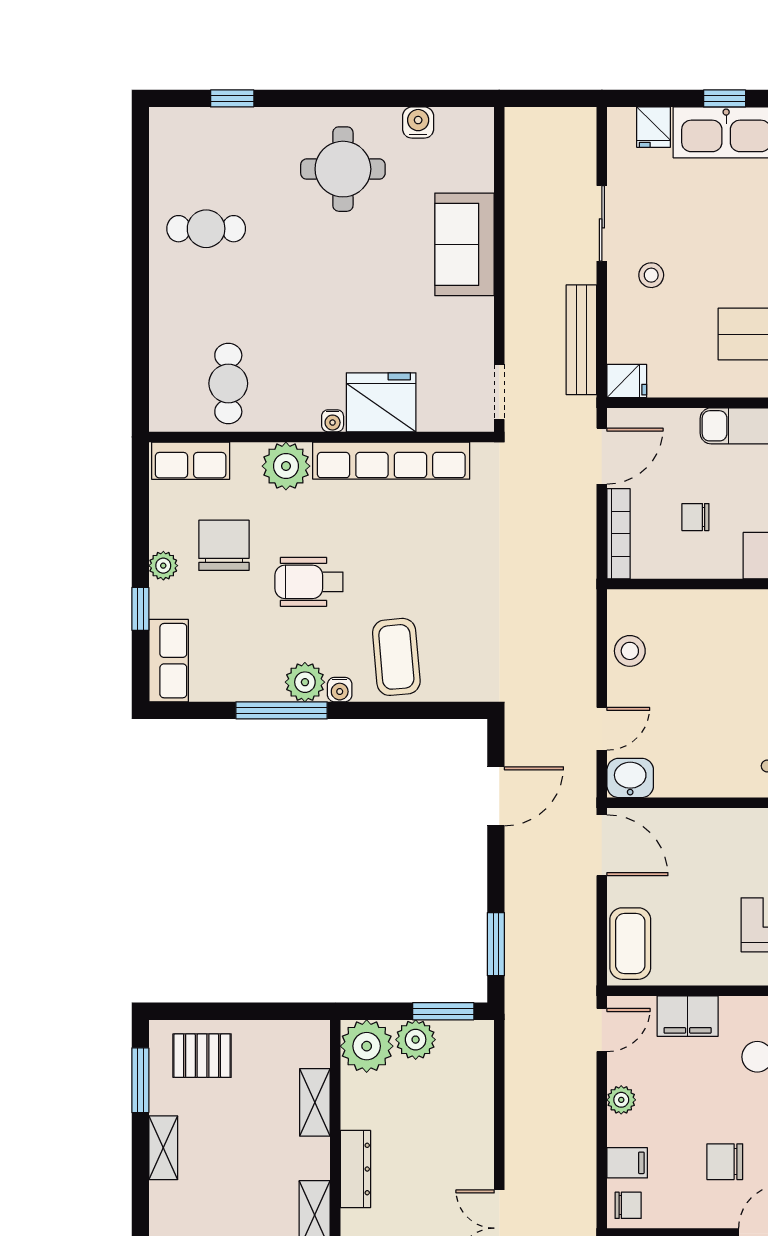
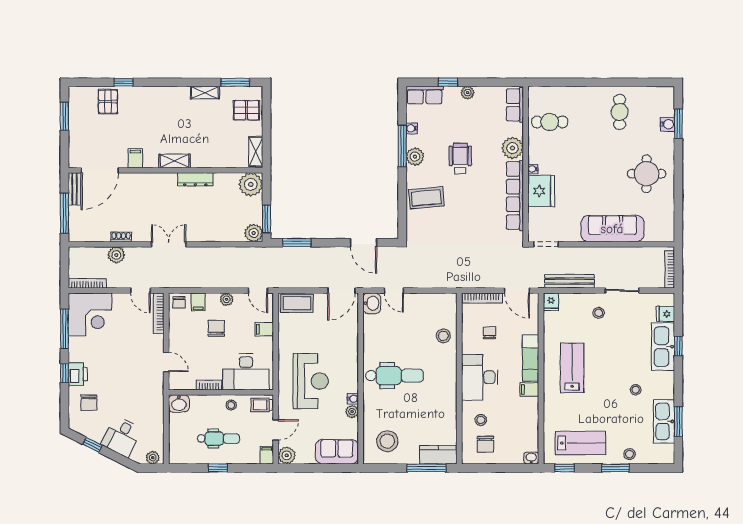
window: (232, 98) -> (678, 124), width x1.50
bookcase: (555, 118) -> (670, 269), added
water cooler: (418, 123) -> (667, 124), moved
sofa: (464, 244) -> (612, 229), width x1.36
chair: (224, 545) -> (477, 120), removed
stool: (630, 651) -> (443, 336), moved
water cooler: (340, 690) -> (412, 128), moved
filing cabinet: (688, 1016) -> (264, 329), width x0.50
plant: (416, 1040) -> (254, 233), moved
pallet: (202, 1056) -> (246, 110), turned 90
shelving: (315, 1102) -> (256, 152), moved, turned 90
chair: (725, 1162) -> (216, 328), moved

